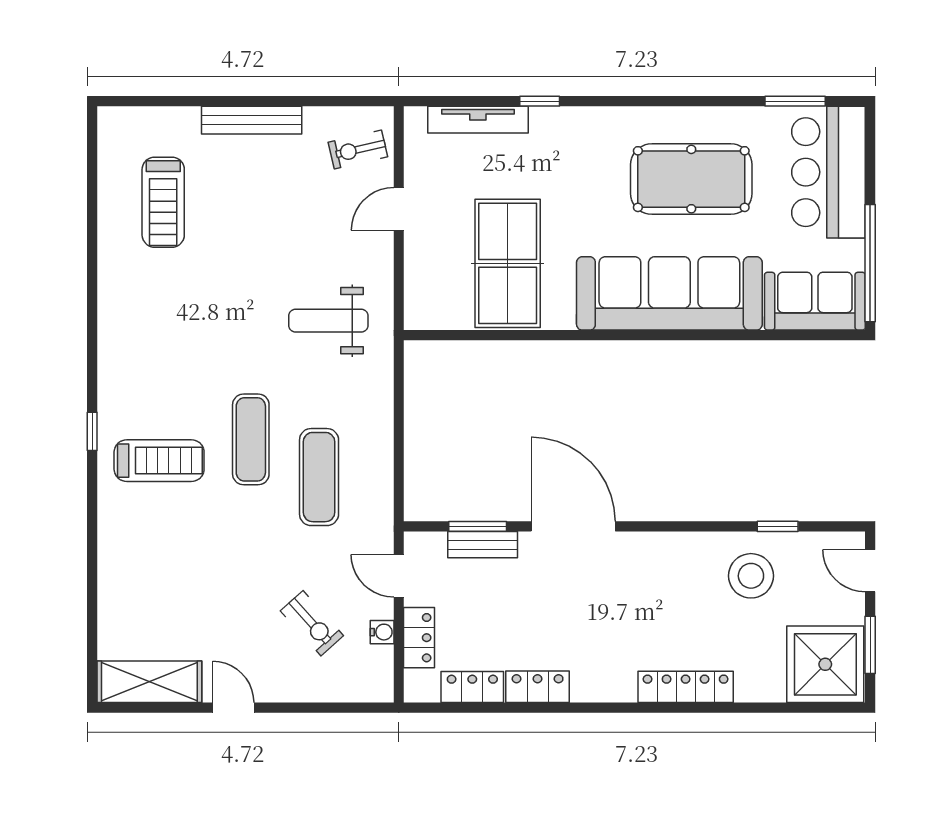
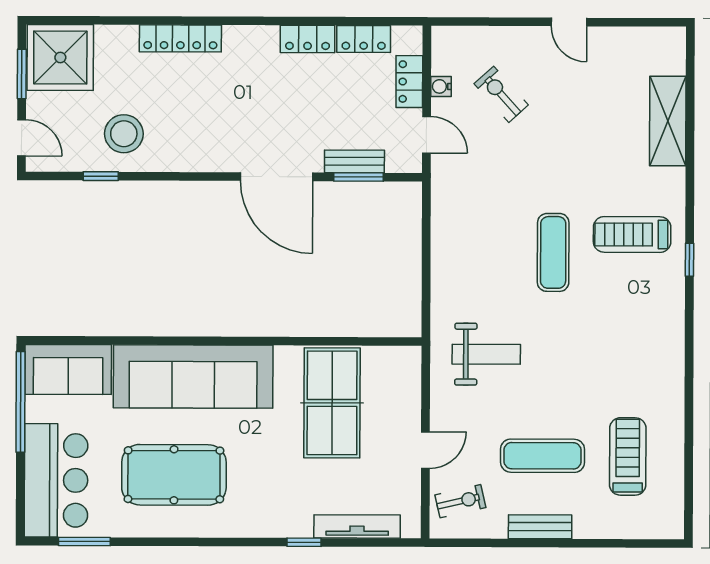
bench: (252, 120) -> (540, 527), width x0.73
exercise mat: (319, 477) -> (543, 456), moved, turned 90
shelving: (149, 682) -> (668, 121), moved, turned 90

